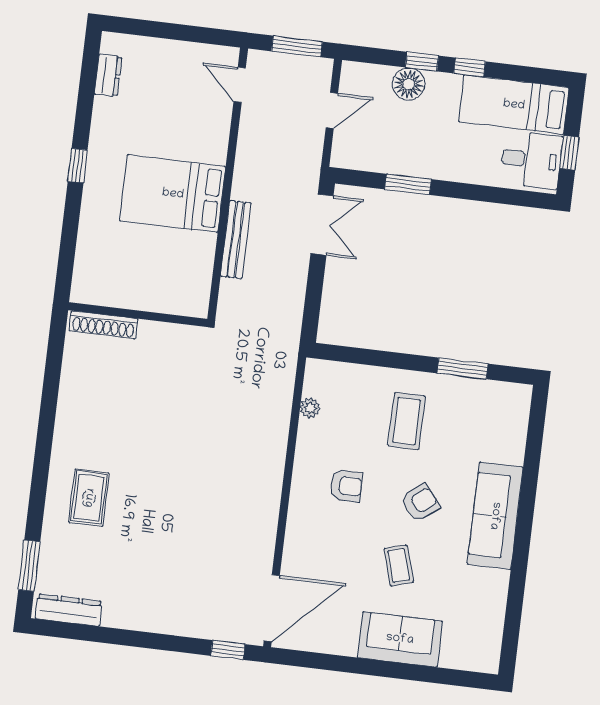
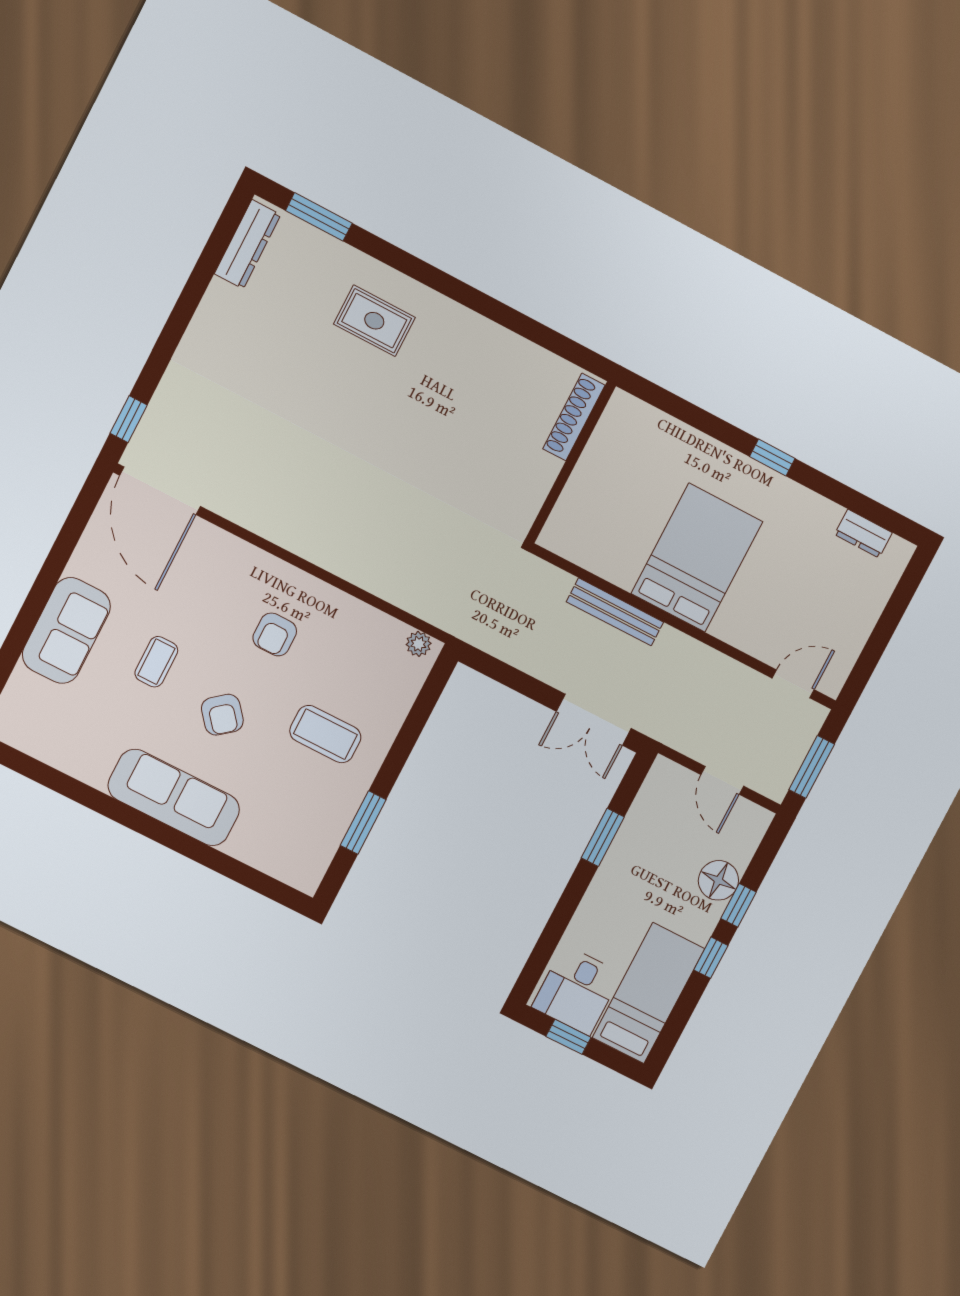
plant: (310, 408) -> (419, 644), moved
coffee table: (399, 565) -> (156, 662), turned -73

